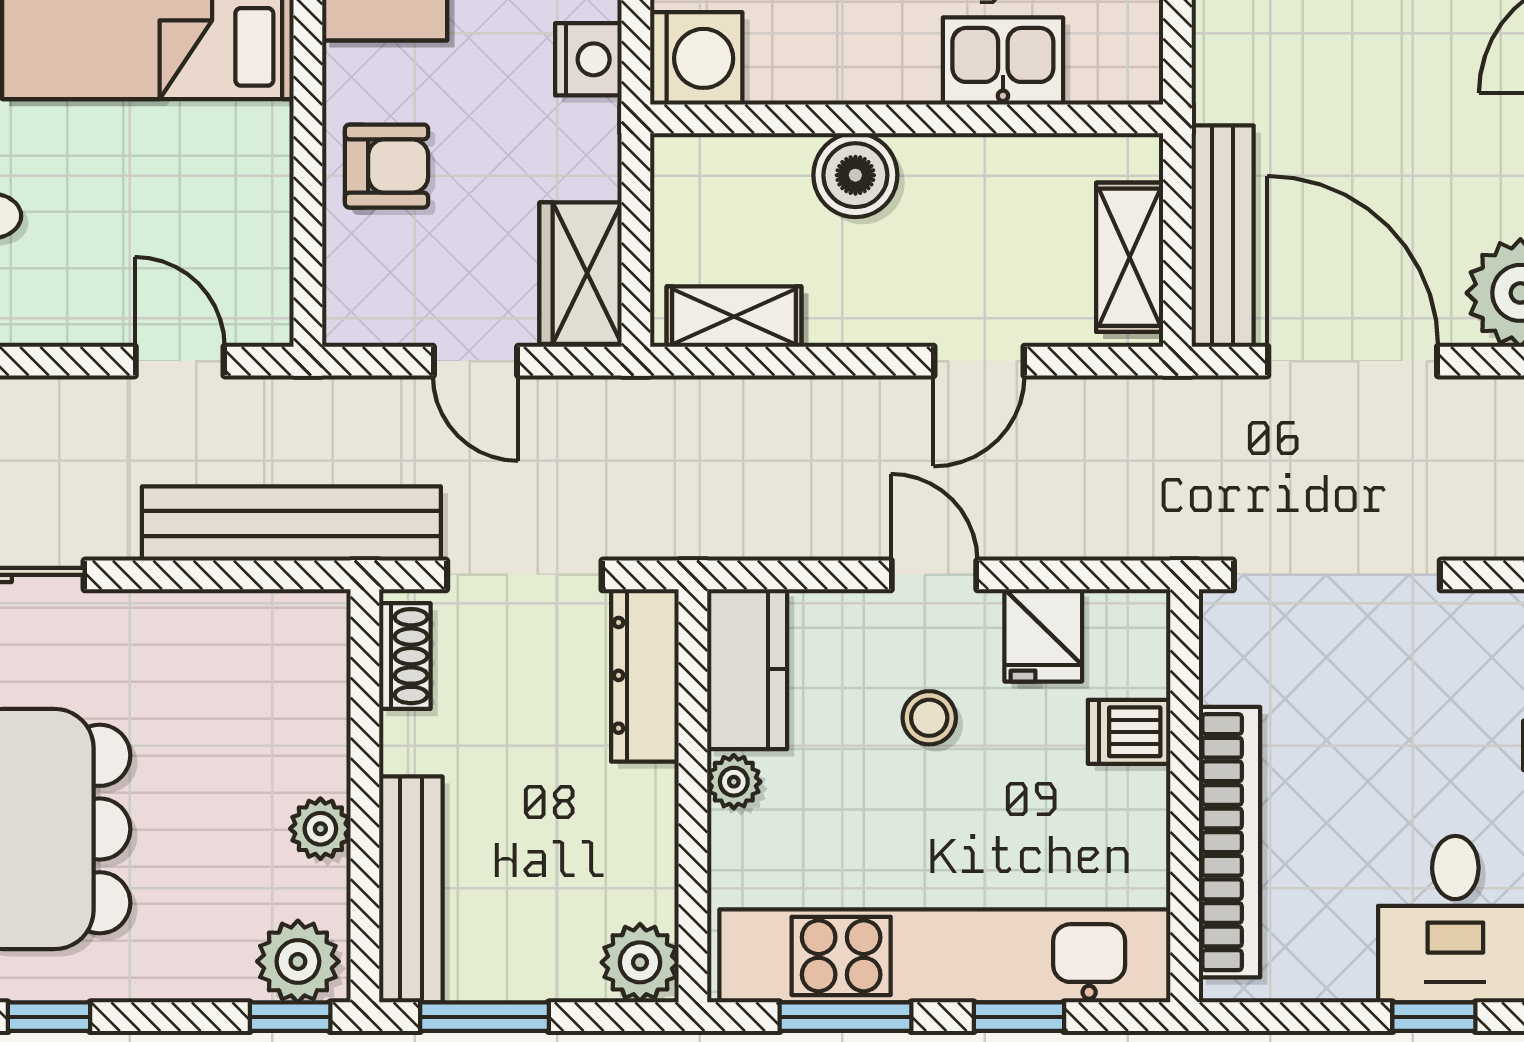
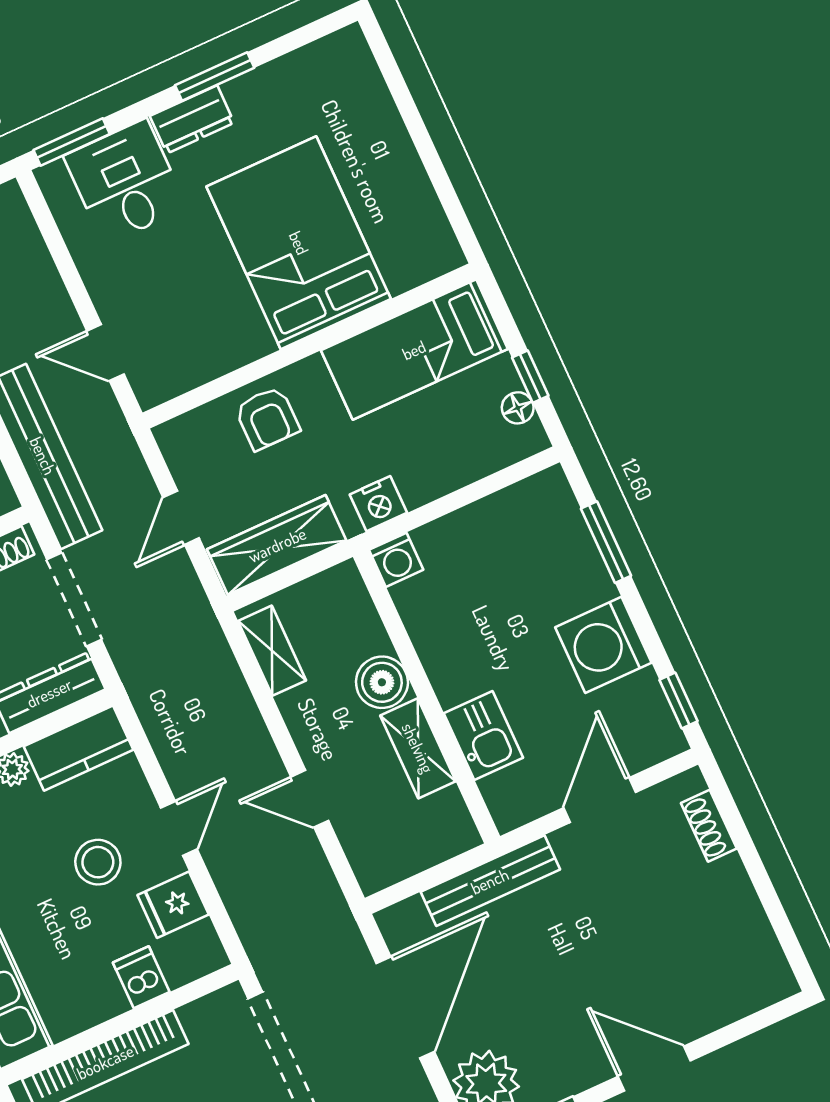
washing machine: (696, 58) -> (396, 560), width x0.73, depth x0.73
bench: (1223, 236) -> (490, 881), moved
shelving: (1130, 257) -> (418, 748), moved, turned 90
wardrobe: (581, 273) -> (277, 545), width x1.50
door: (180, 361) -> (105, 353), swing flipped
stool: (929, 718) -> (98, 862), width x1.37, depth x1.37

